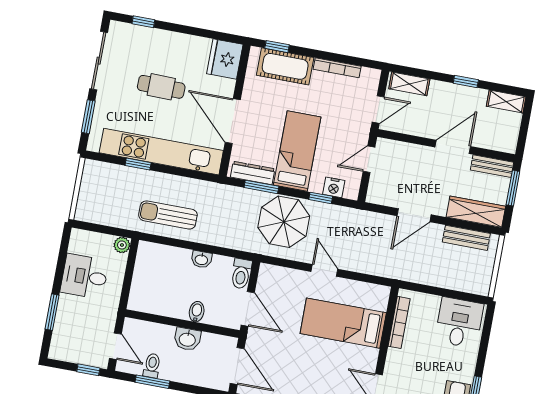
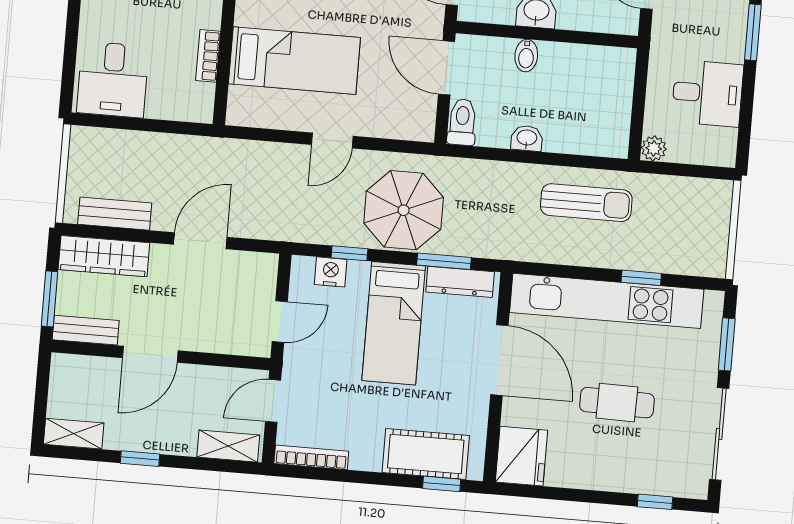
bookcase: (337, 68) -> (311, 457), moved
door: (324, 270) -> (332, 140), hinge flipped
bookcase: (399, 322) -> (208, 56), width x0.64

